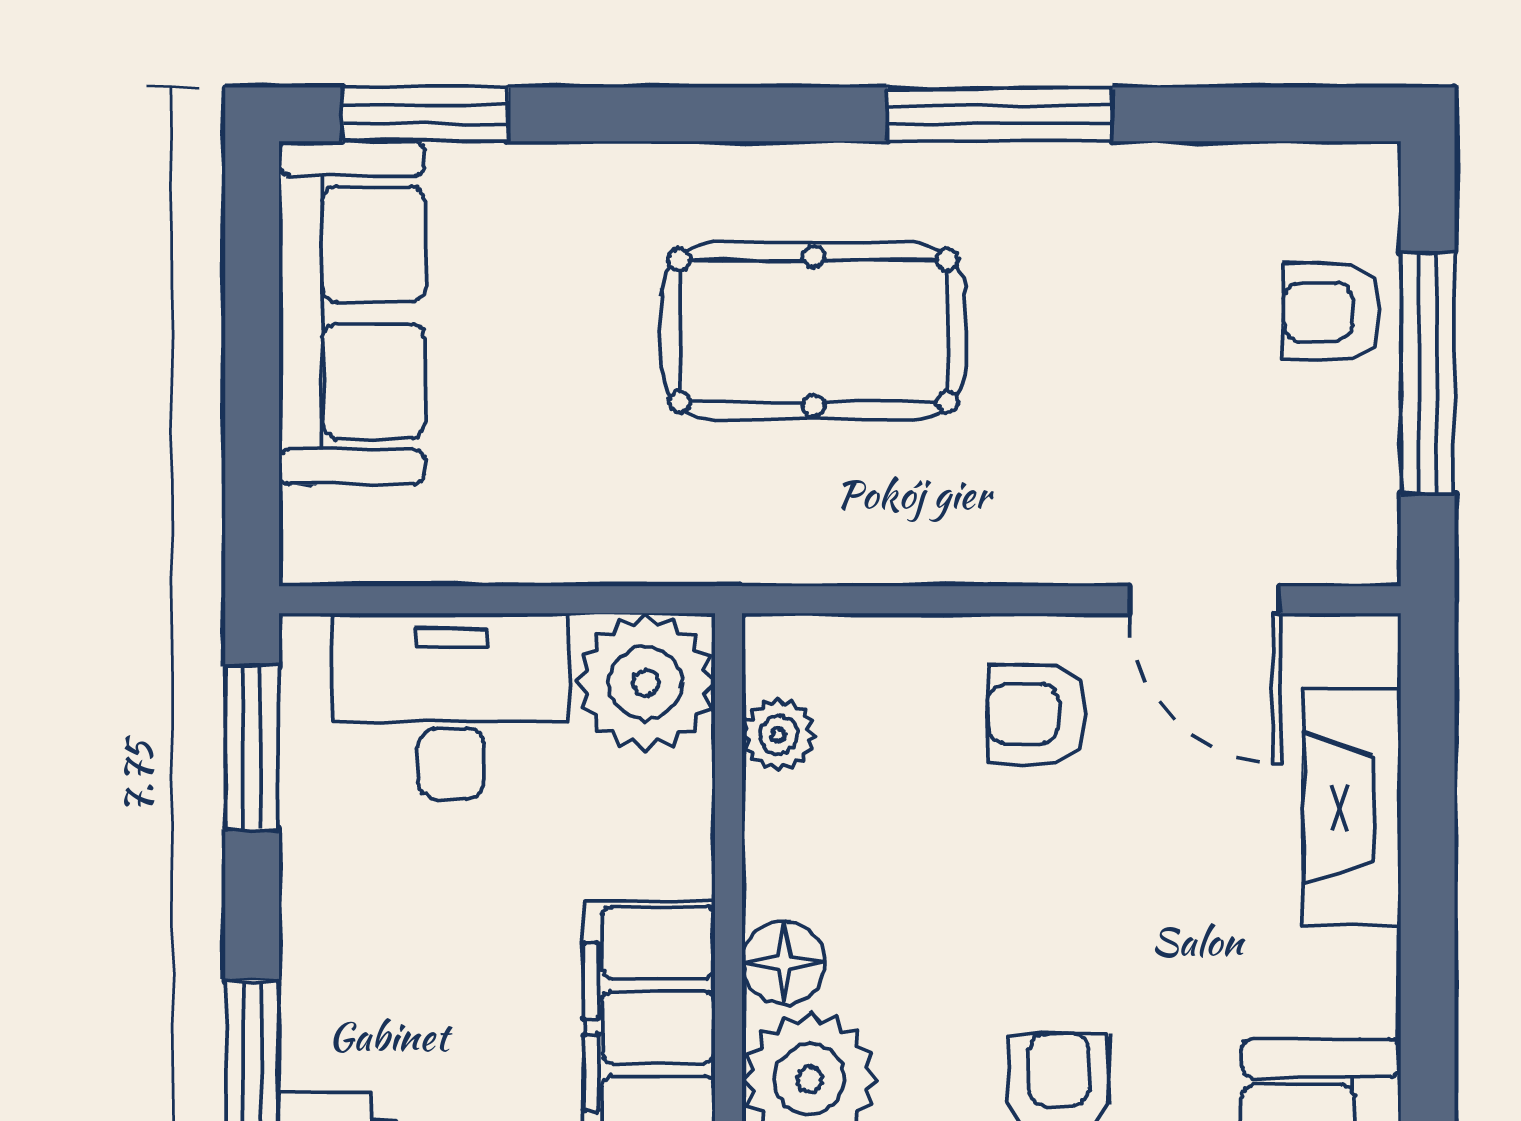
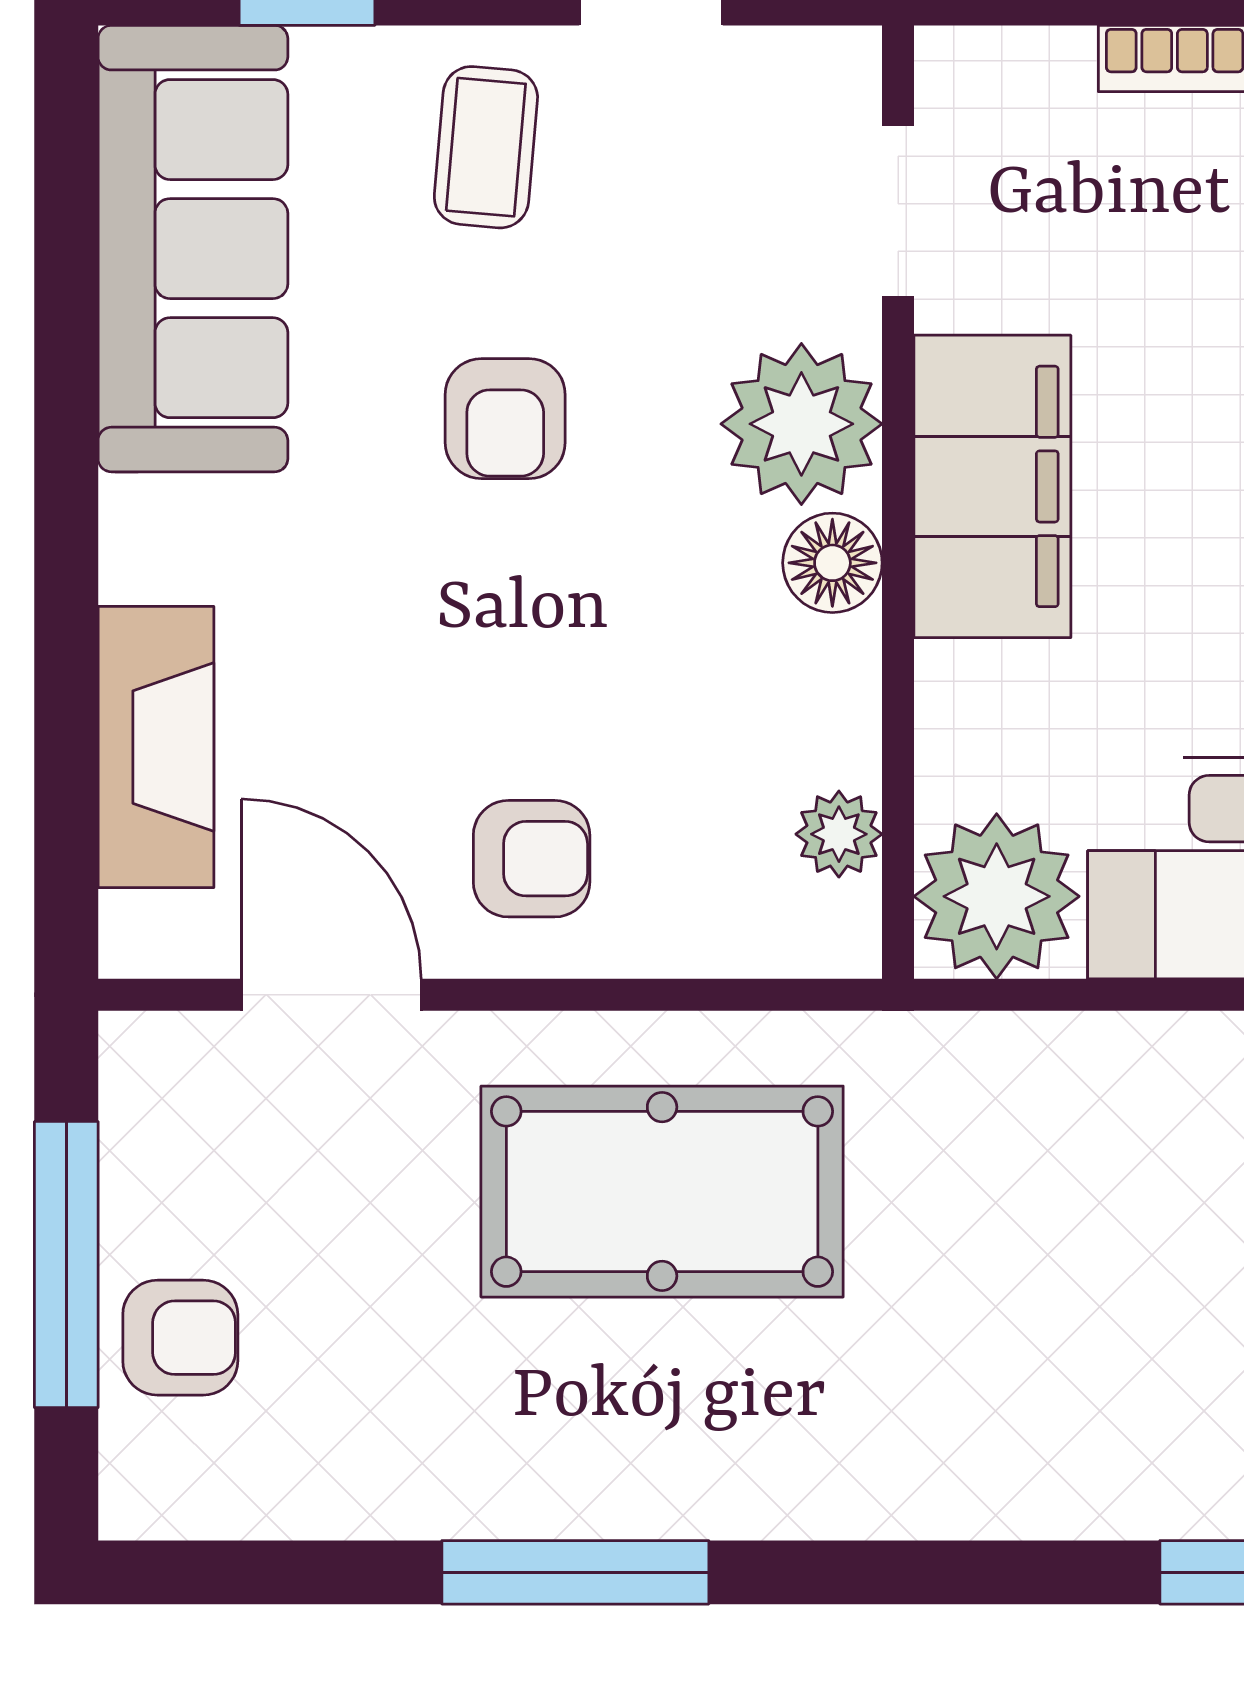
pool table: (813, 331) -> (662, 1192), moved

